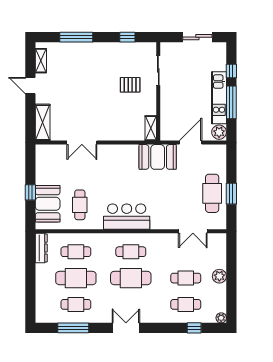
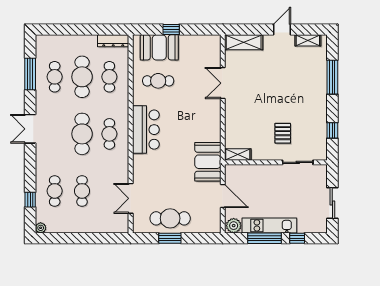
plant: (219, 276) -> (84, 226), removed
double door: (126, 328) -> (30, 129), swing flipped

